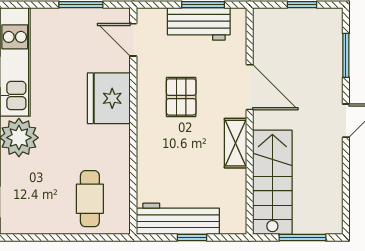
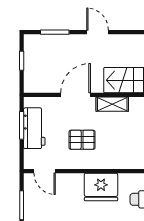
door: (133, 40) -> (45, 171), hinge flipped
fridge: (109, 98) -> (101, 187), moved

